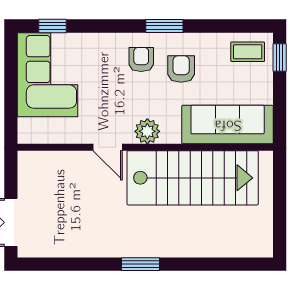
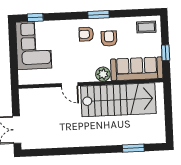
window: (280, 57) -> (166, 53), moved
armchair: (141, 60) -> (86, 34), turned -90
plant: (147, 131) -> (103, 74), moved
window: (140, 264) -> (133, 148), moved

